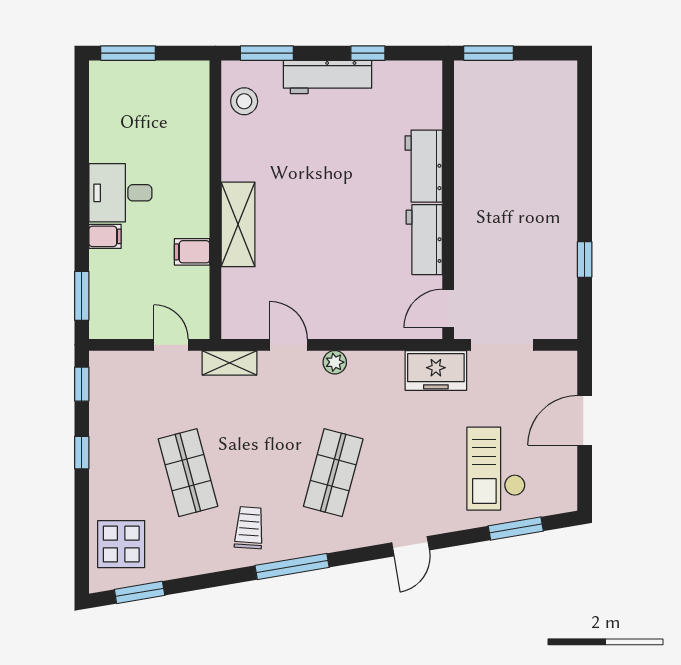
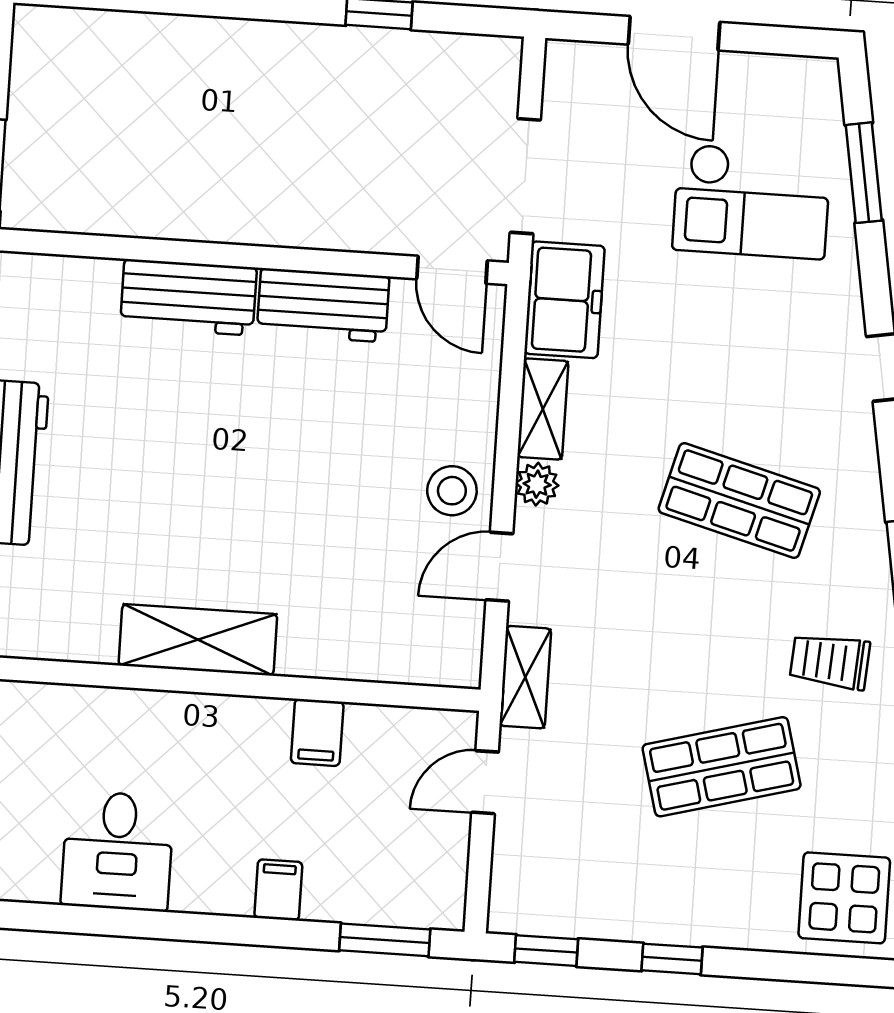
stool: (244, 101) -> (452, 491), moved
desk: (120, 193) -> (118, 851), moved
shelving: (238, 224) -> (198, 640), moved
shelving: (376, 363) -> (543, 409), added

